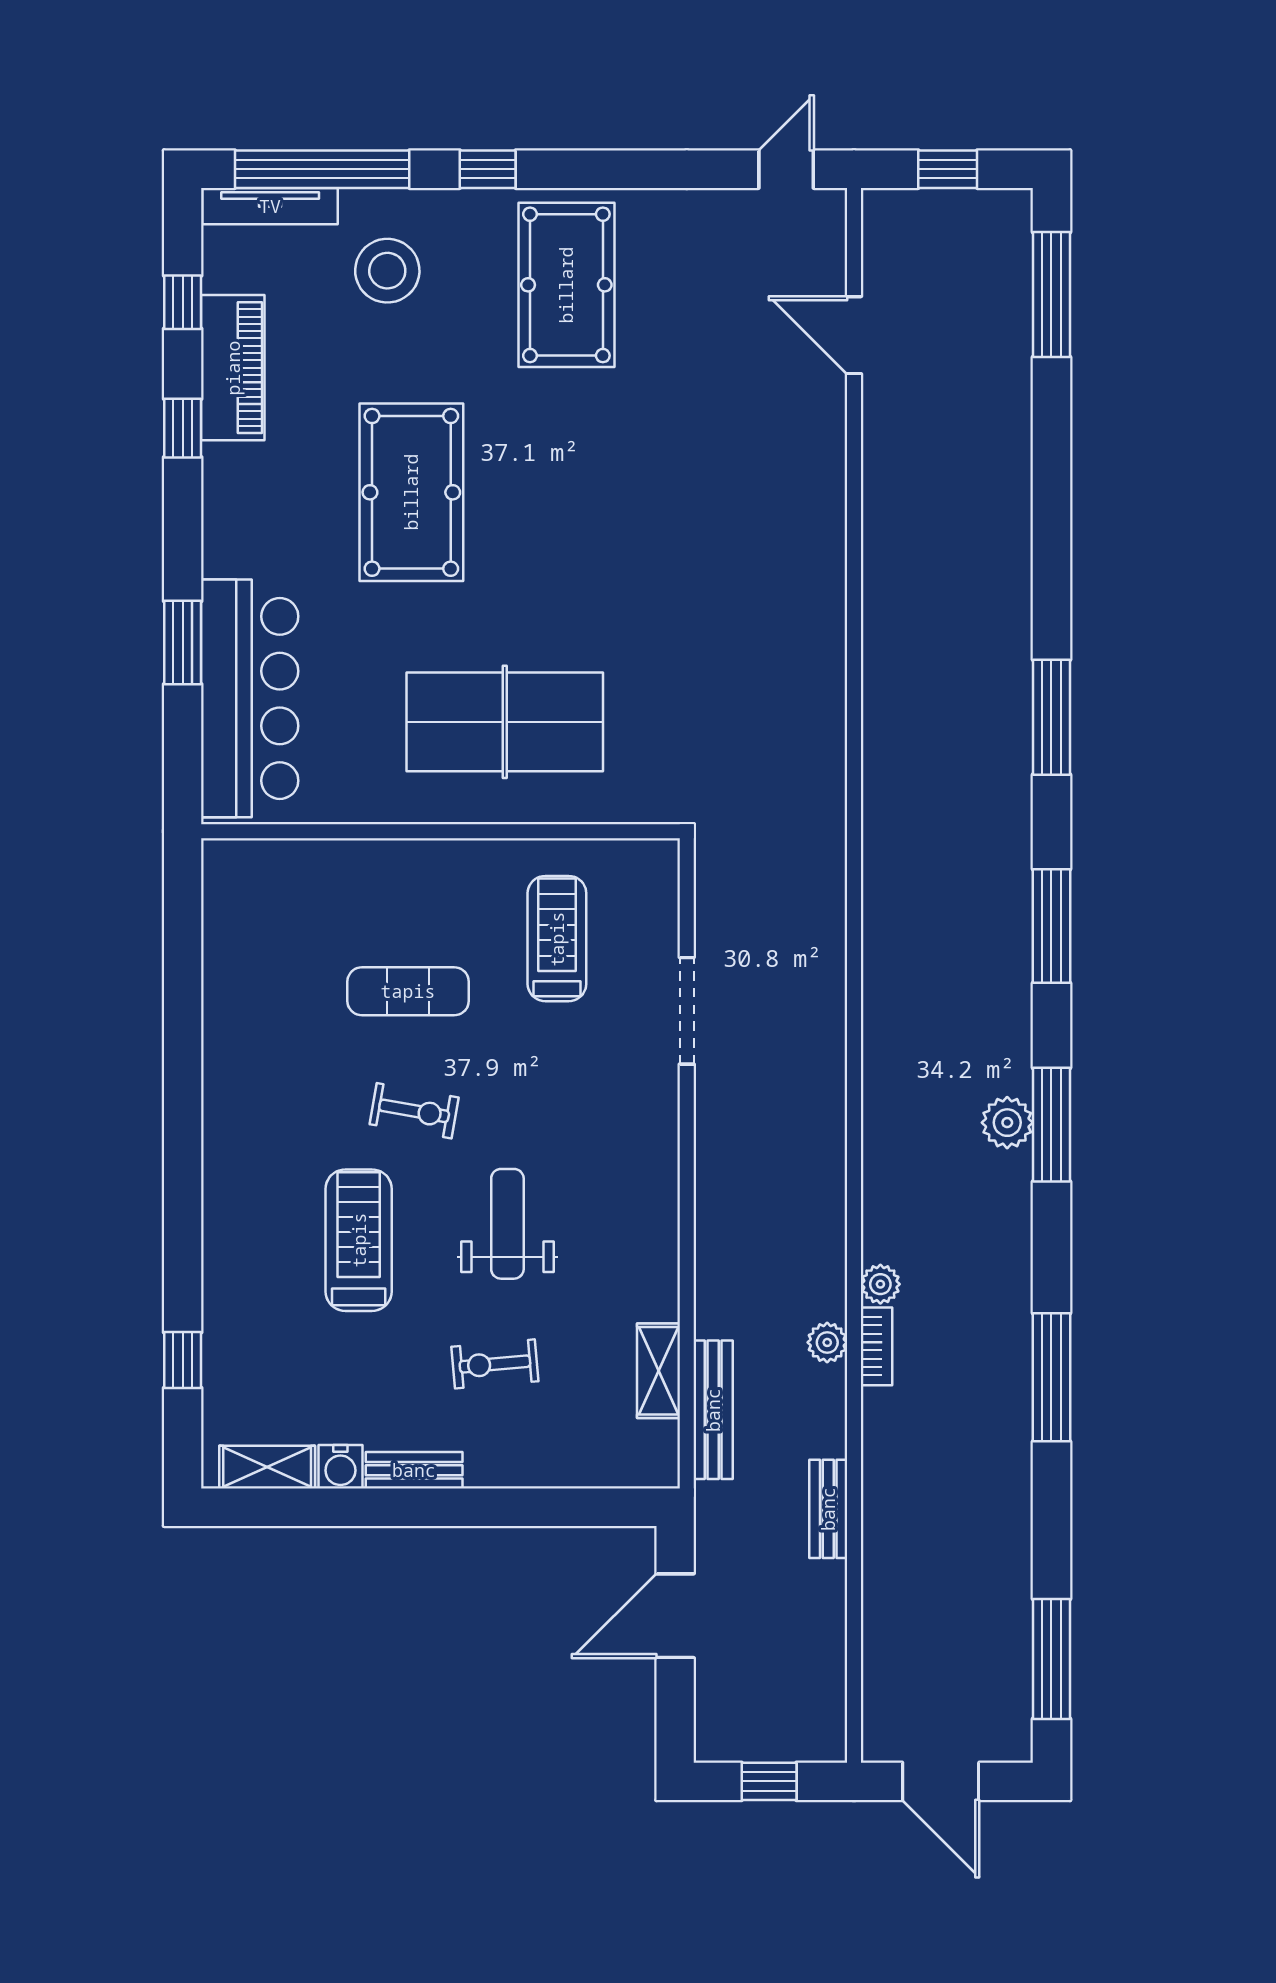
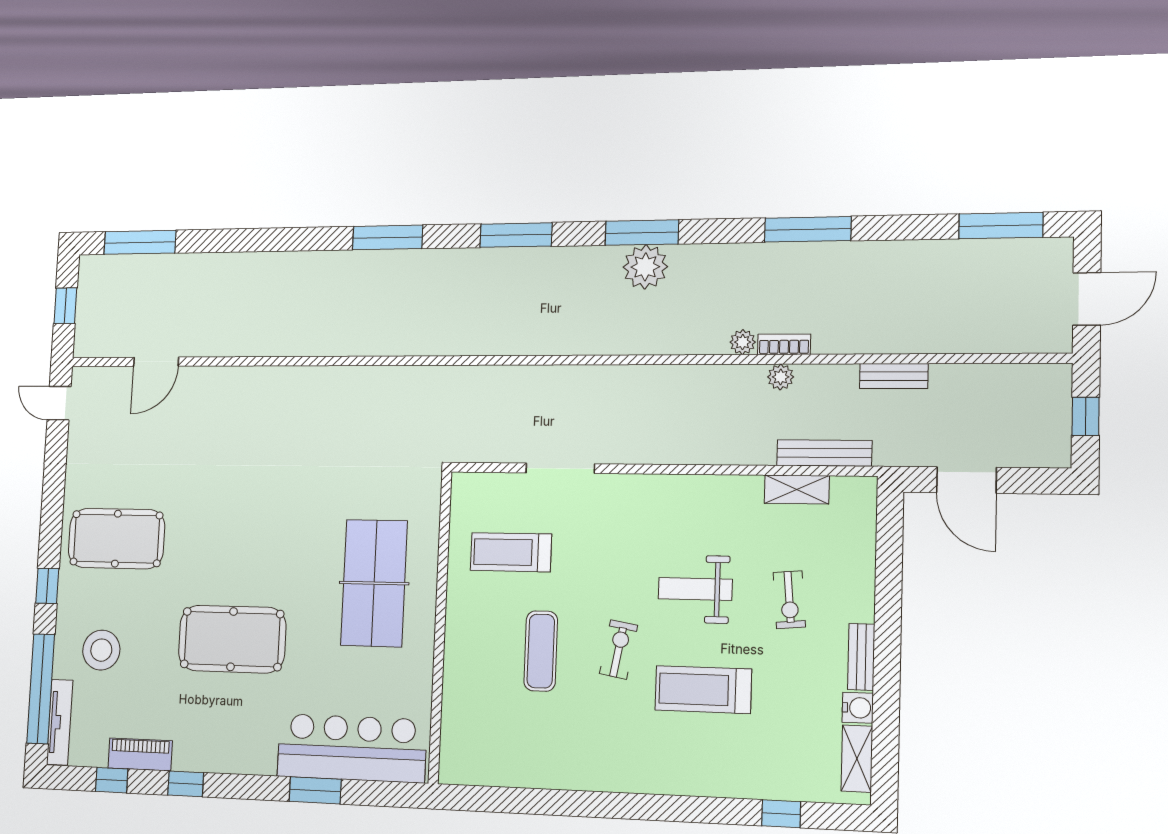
piano: (233, 368) -> (140, 754), width x0.73, depth x0.75
plant: (1007, 1123) -> (645, 267), width x1.36, depth x1.36

